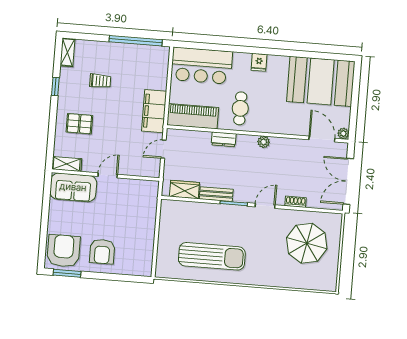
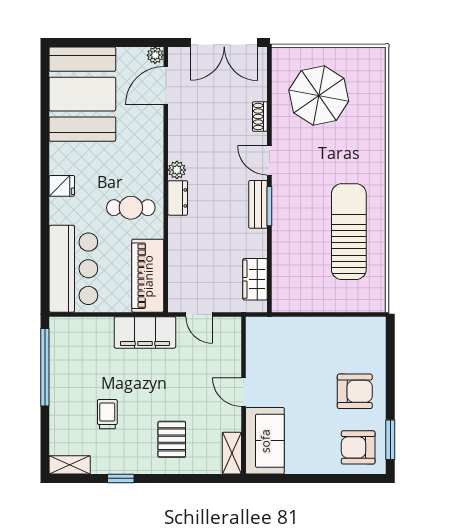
dresser: (224, 139) -> (178, 198), moved
bench: (216, 194) -> (258, 204), moved
armchair: (64, 251) -> (358, 447), width x0.73, depth x0.73

